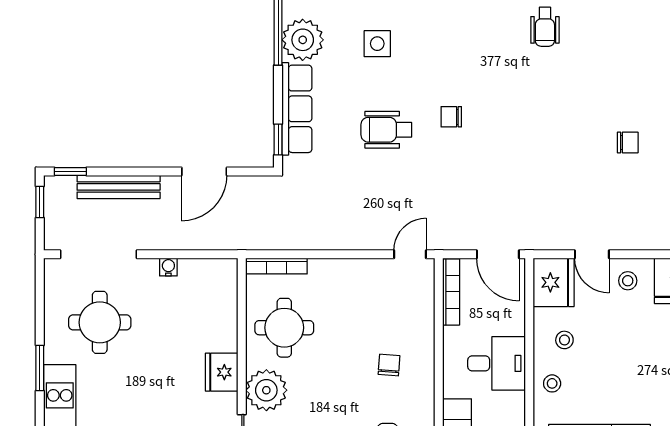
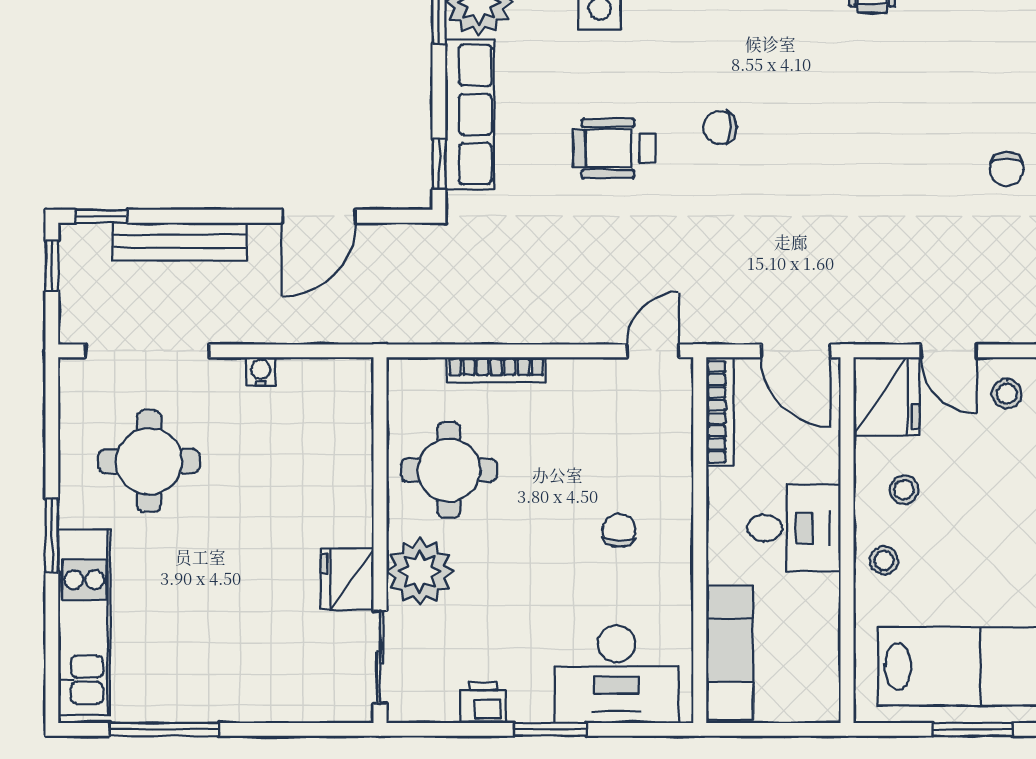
chair: (628, 143) -> (1007, 169), turned 90
bookcase: (276, 266) -> (496, 370), moved
fridge: (222, 372) -> (347, 579), moved

